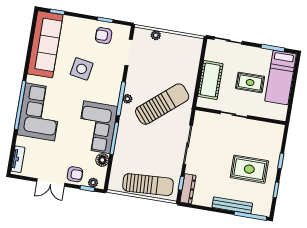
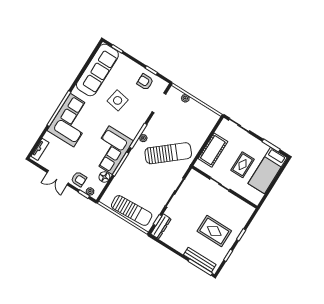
rug: (250, 82) -> (243, 165), turned 90
bench: (232, 205) -> (200, 260), moved

